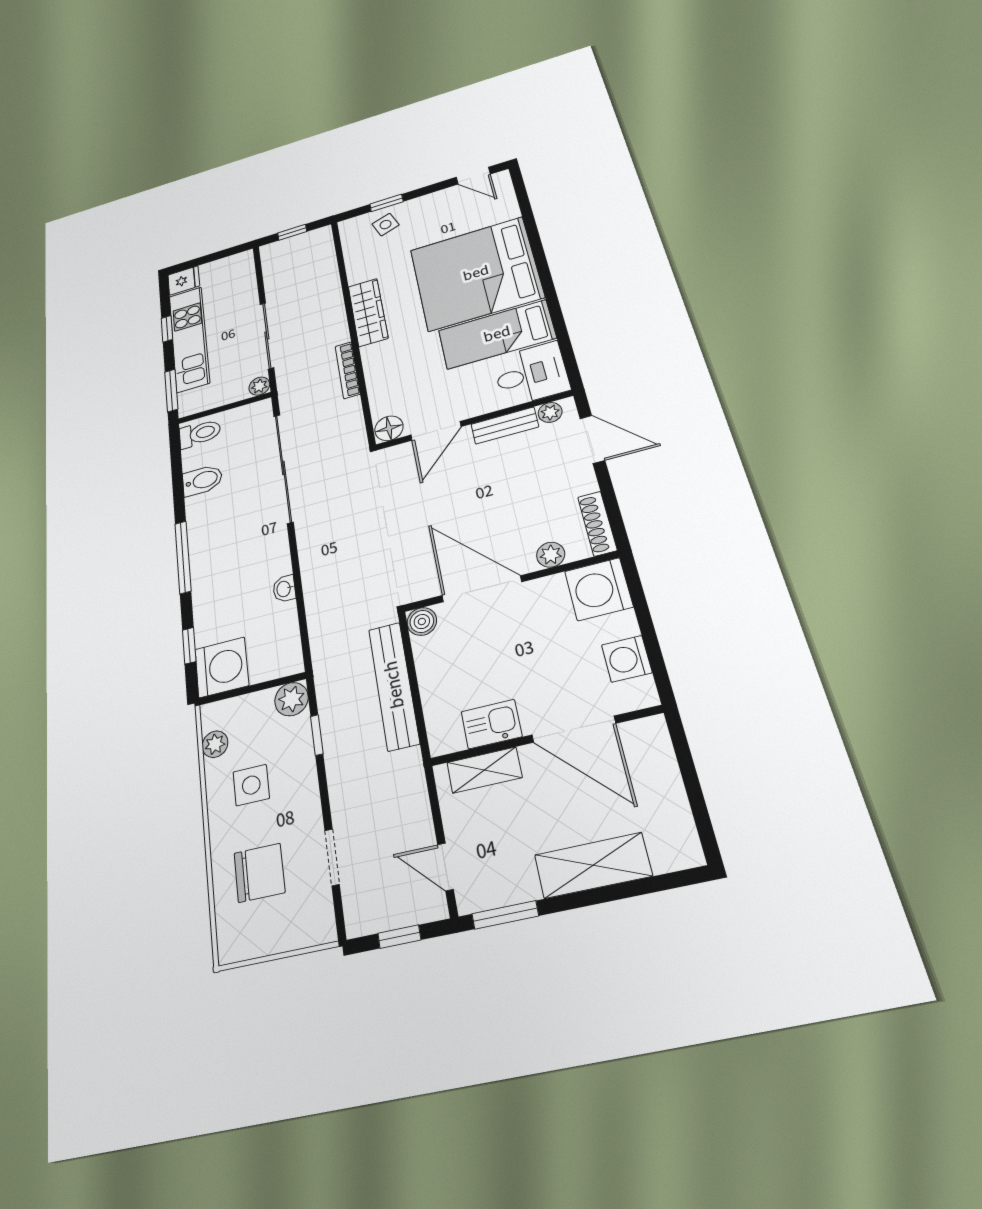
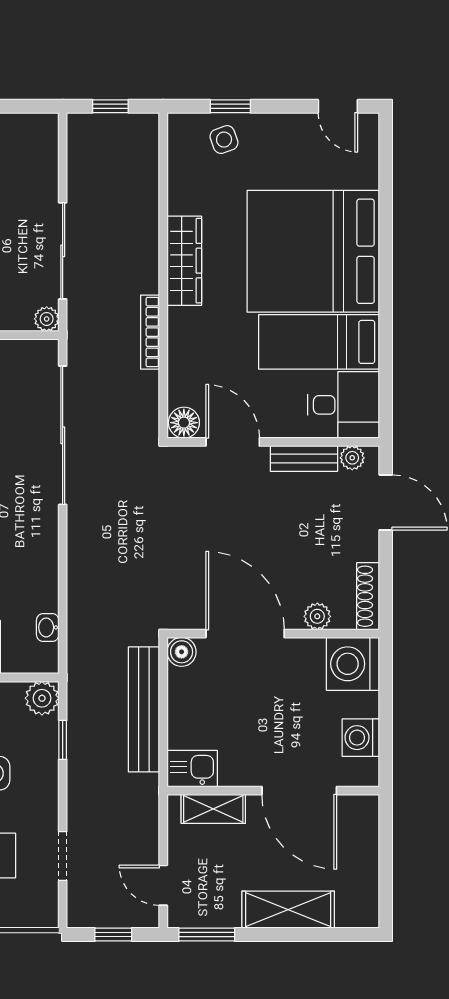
door: (436, 431) -> (233, 442), swing flipped
washbasin: (284, 589) -> (48, 627), moved
kitchen sink: (491, 724) -> (192, 769), moved

